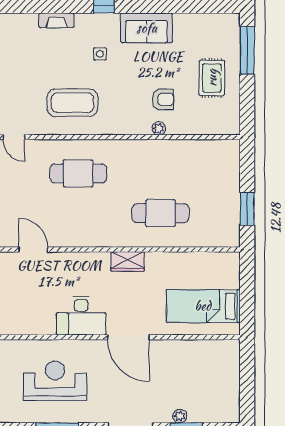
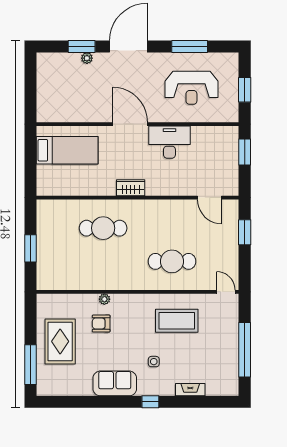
rug: (212, 78) -> (60, 341), width x1.36, depth x1.43
window: (247, 209) -> (30, 248), moved

